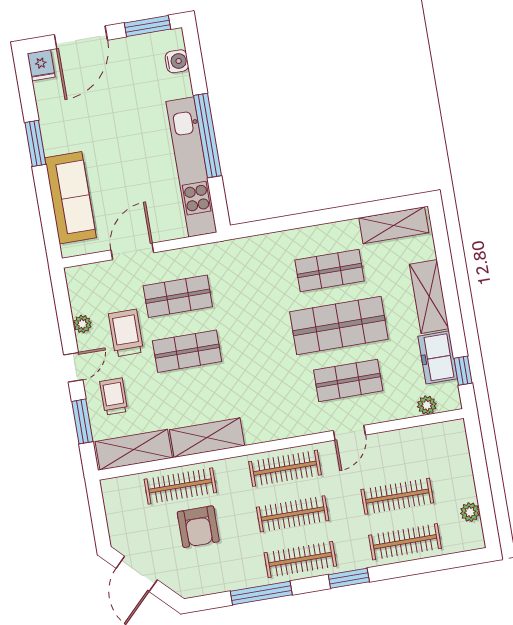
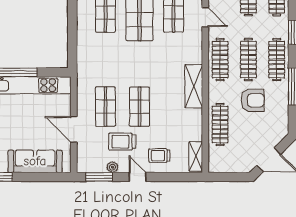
window: (82, 421) -> (99, 177), moved
shelving: (207, 438) -> (194, 86), moved
shelving: (134, 450) -> (196, 156), width x0.67, depth x0.75
armchair: (198, 527) -> (253, 100), moved

